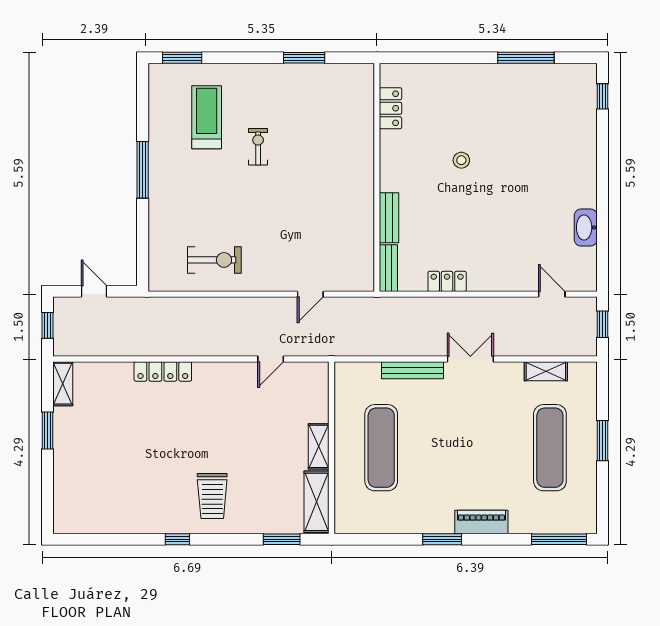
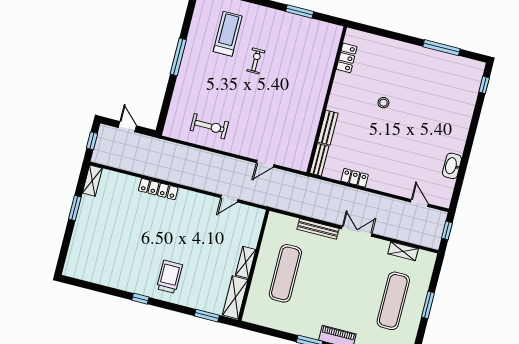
trolley: (212, 496) -> (169, 277), turned 180

